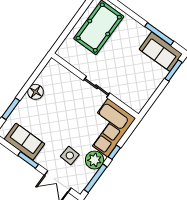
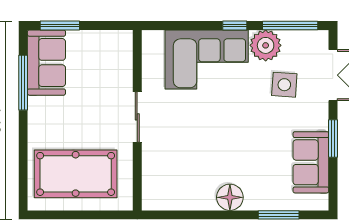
wall: (95, 86) -> (137, 120), moved
sliding door: (97, 87) -> (137, 117), moved

